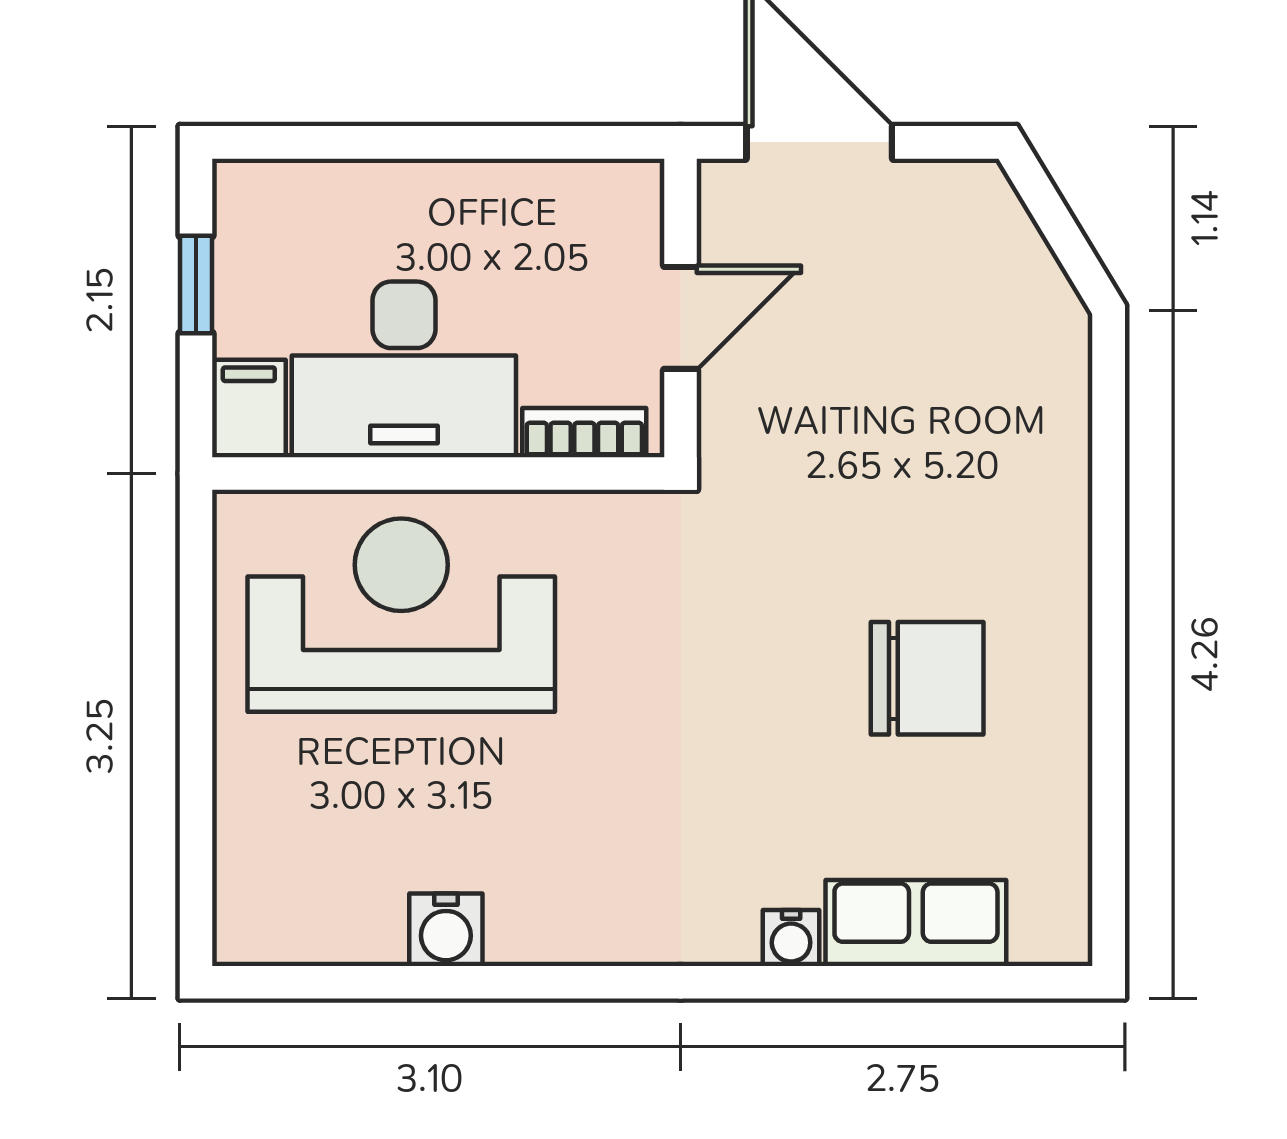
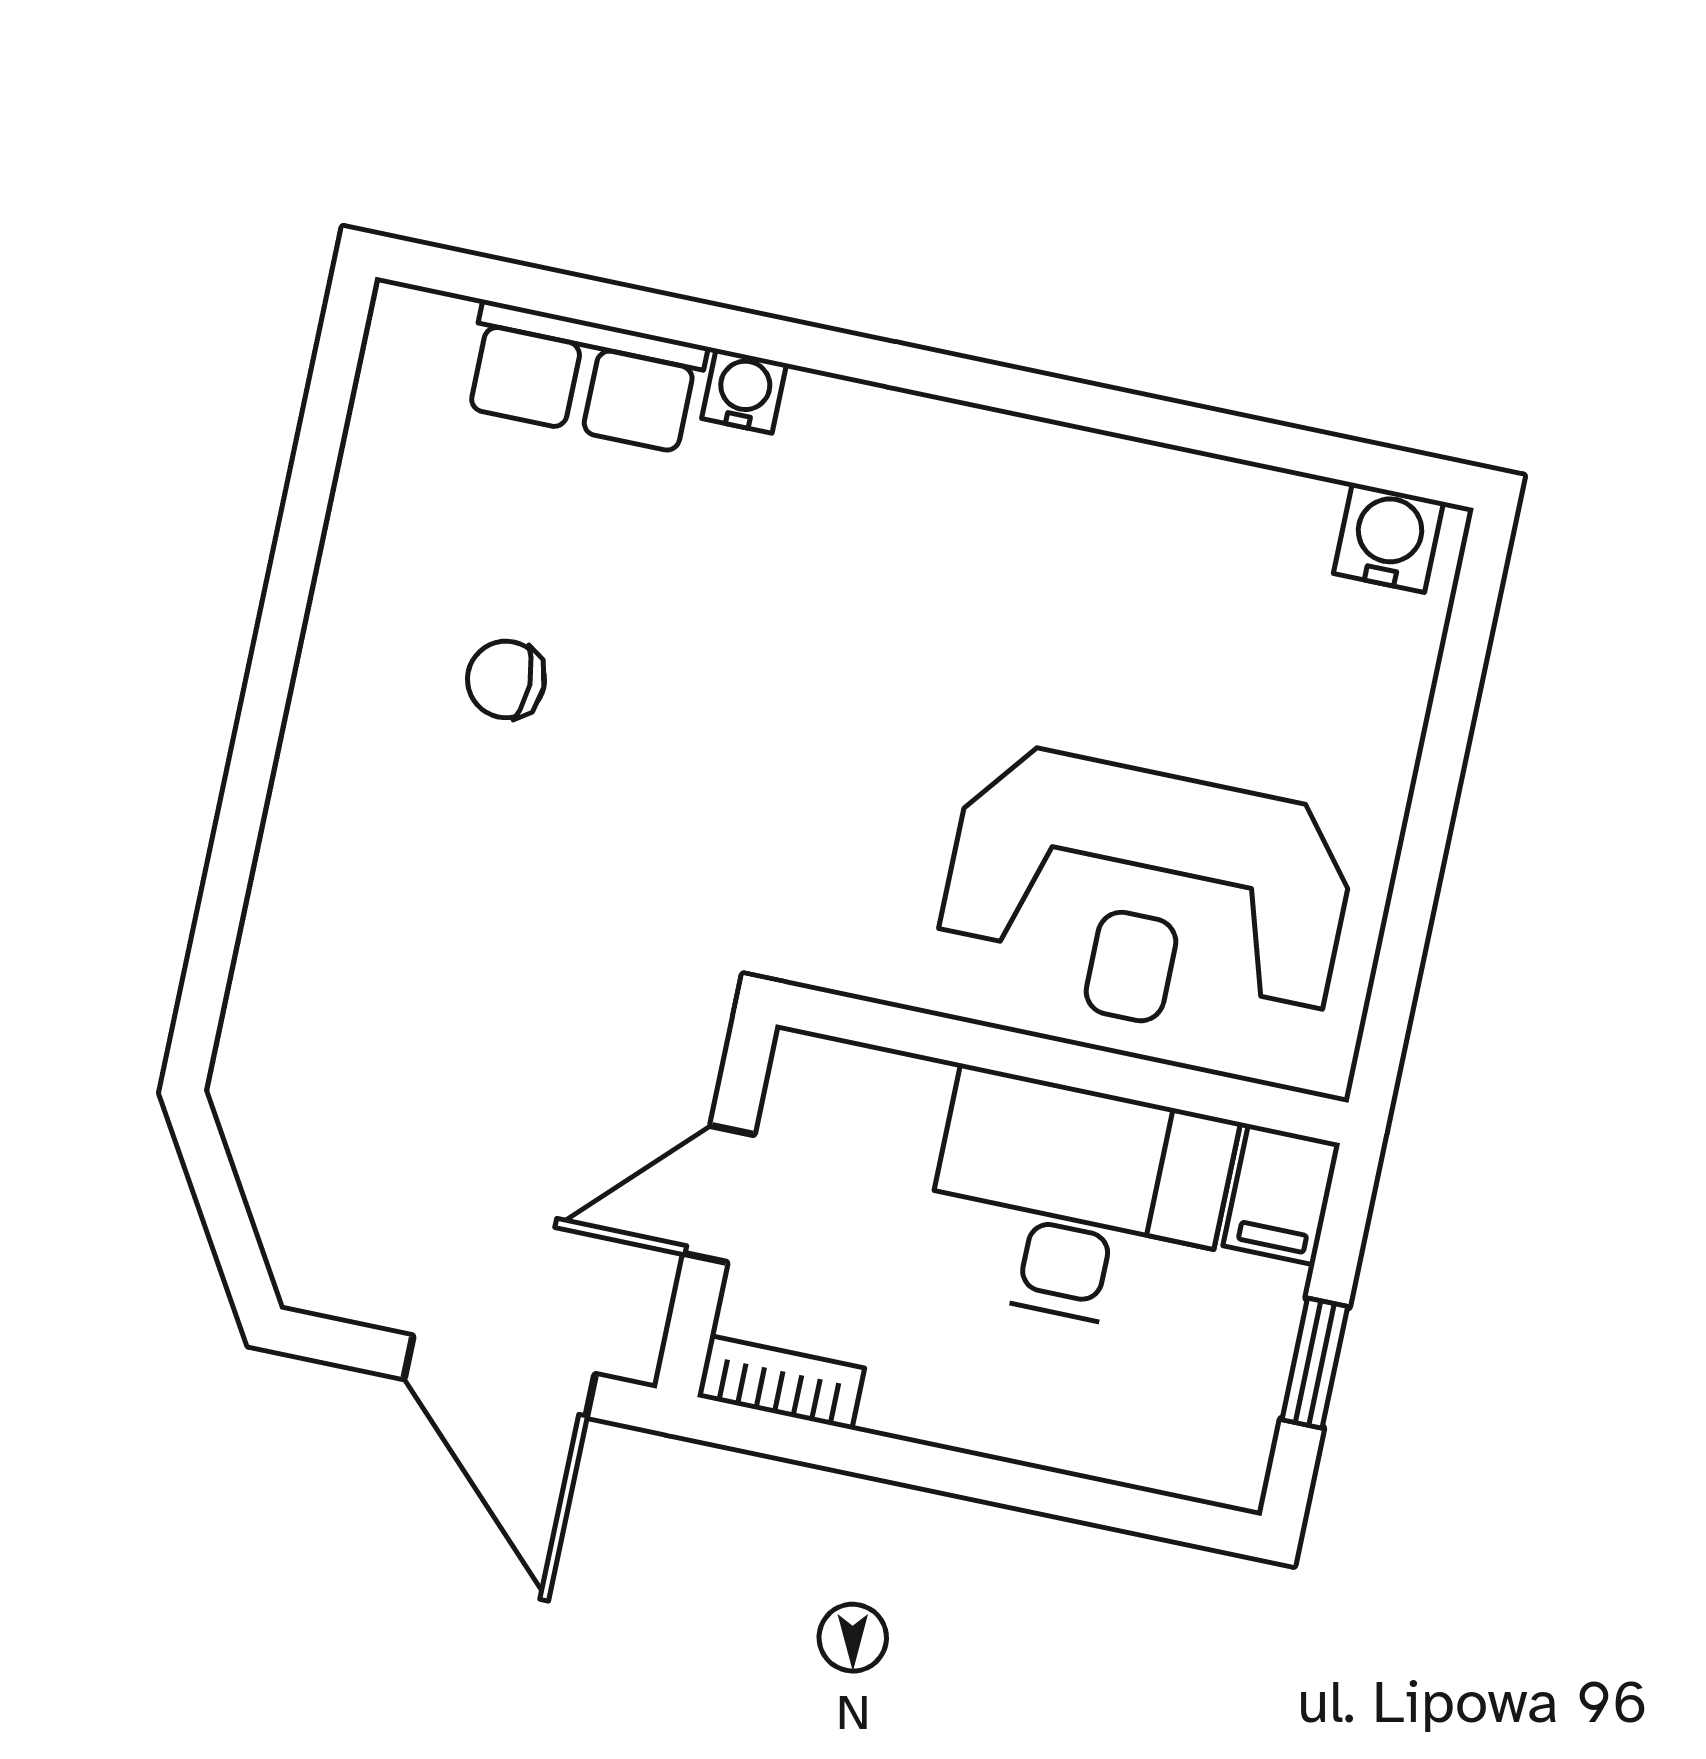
bookcase: (584, 433) -> (781, 1383), moved, turned 180
chair: (927, 678) -> (506, 679), width x0.54, depth x0.54
water cooler: (446, 930) -> (1389, 538), moved

